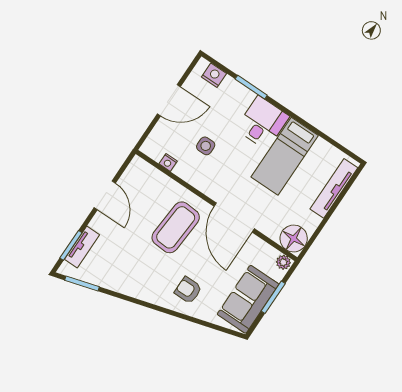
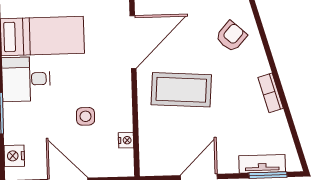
window: (82, 283) -> (296, 139), removed
bookcase: (128, 289) -> (271, 93), added
armchair: (188, 290) -> (231, 36), turned -138

